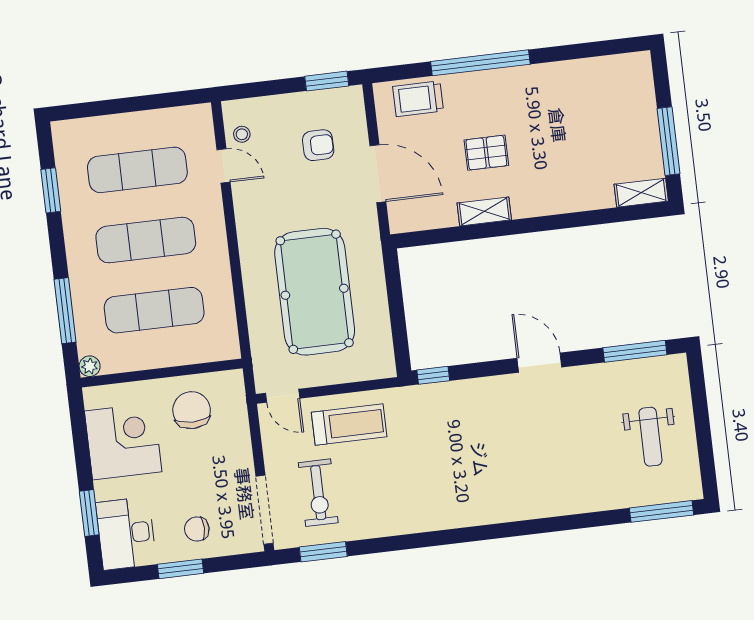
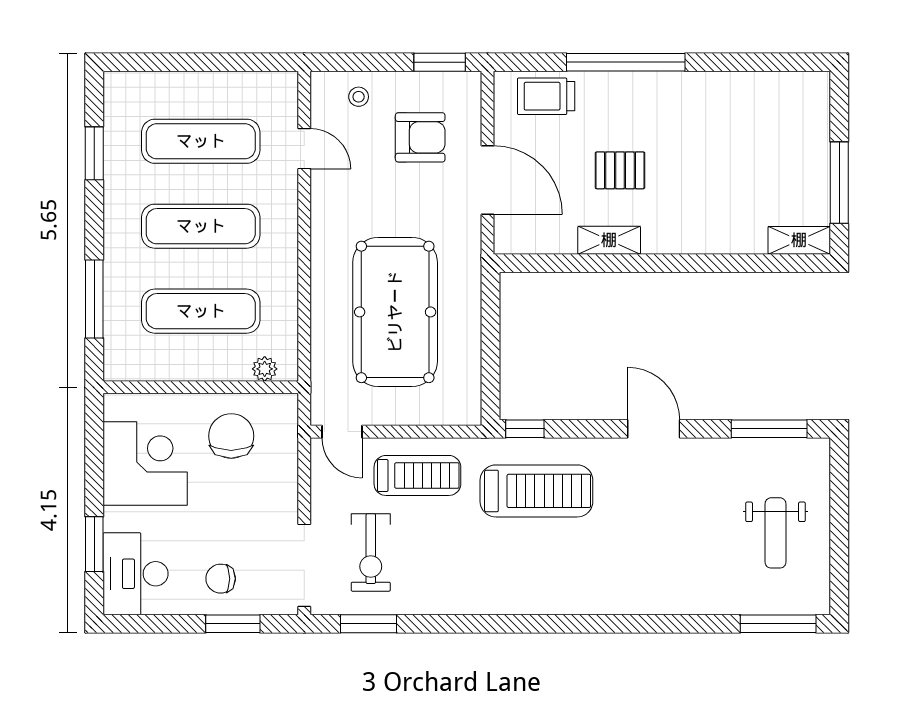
stool: (242, 134) -> (359, 97), moved
armchair: (318, 145) -> (420, 137), width x1.38, depth x1.38
plant: (90, 366) -> (265, 369), moved
treadmill: (449, 426) -> (536, 491), added
window: (181, 569) -> (233, 624), moved

